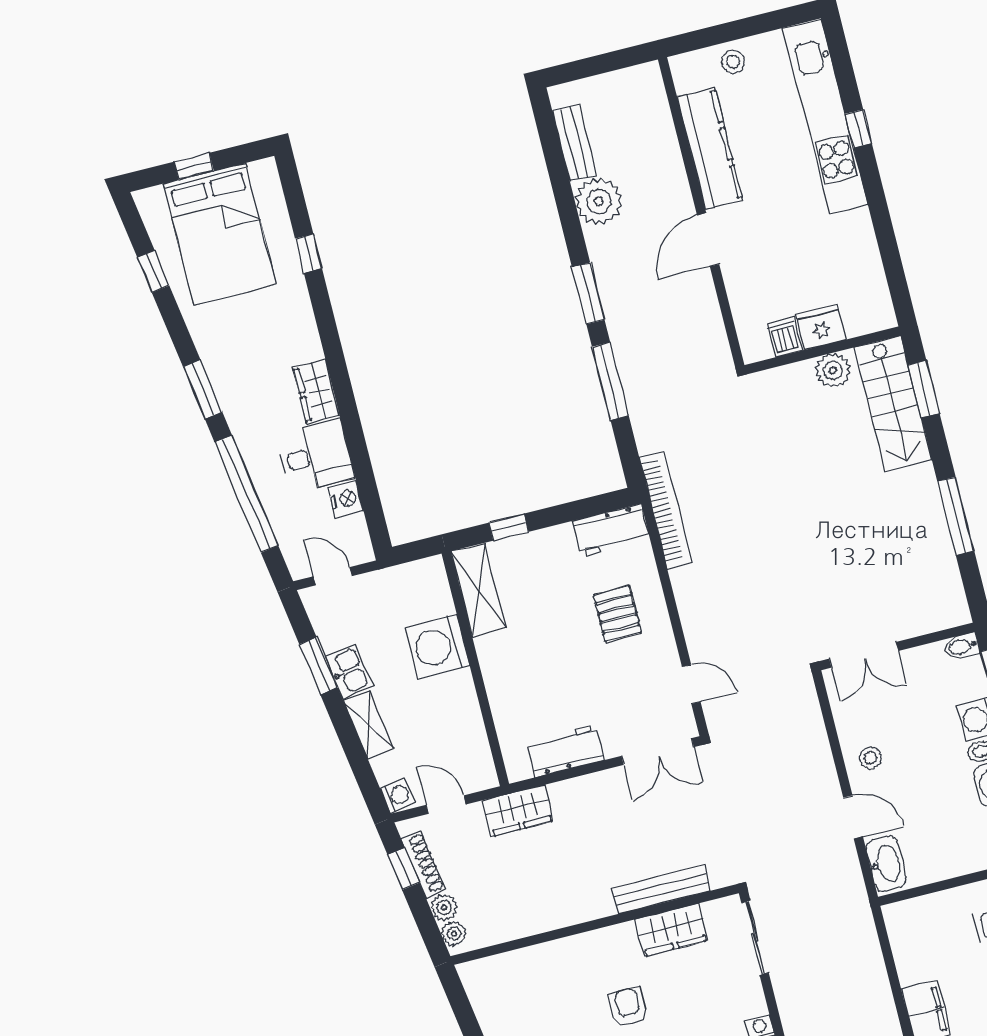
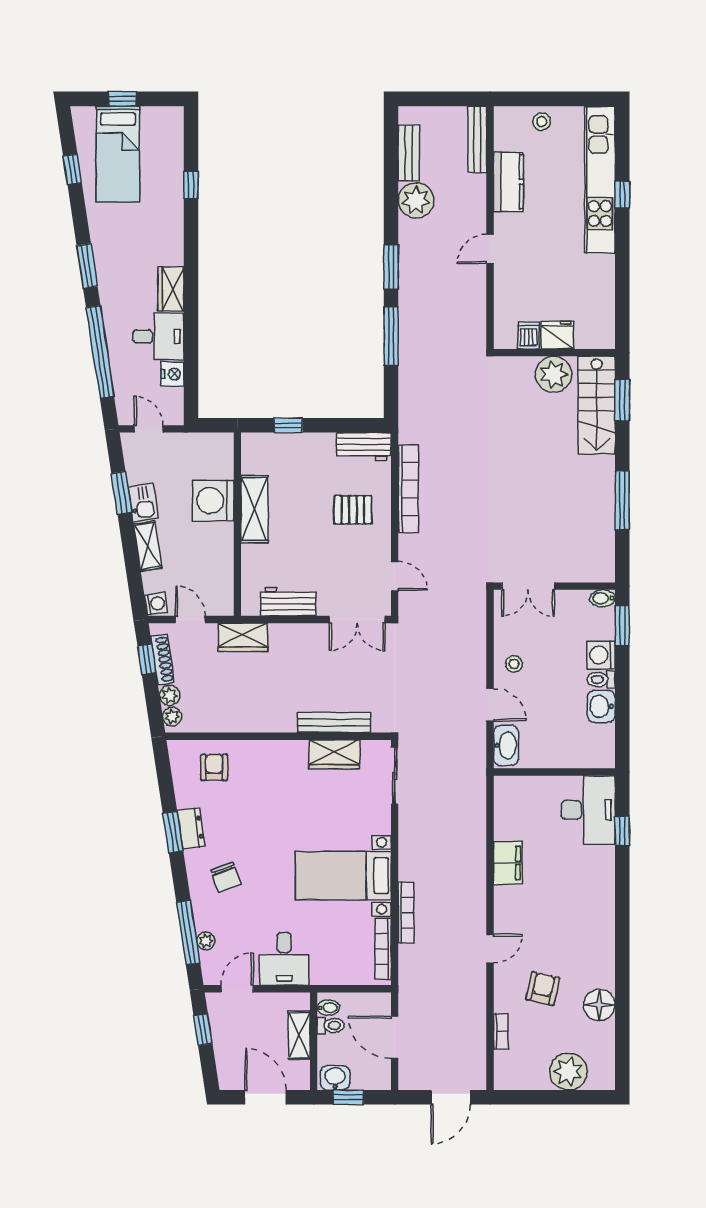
bench: (657, 105) -> (477, 139), added
kitchen counter: (710, 148) -> (508, 182), width x0.67
bed: (220, 234) -> (118, 154), width x0.67
door: (708, 240) -> (490, 249), width x0.73
plant: (833, 370) -> (553, 374), width x1.36, depth x1.36
bookcase: (666, 510) -> (408, 489), moved
shelving: (479, 590) -> (255, 509), moved
pallet: (617, 614) -> (353, 510), turned 90
armchair: (628, 1007) -> (214, 767), moved

